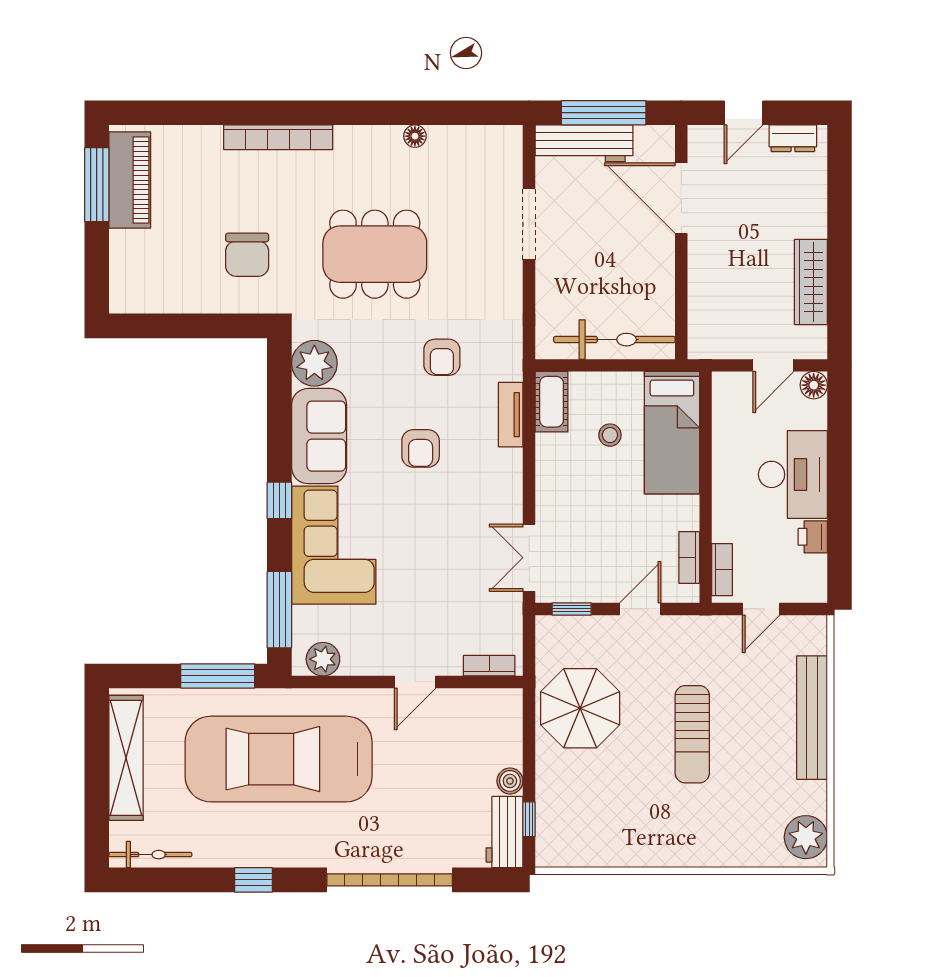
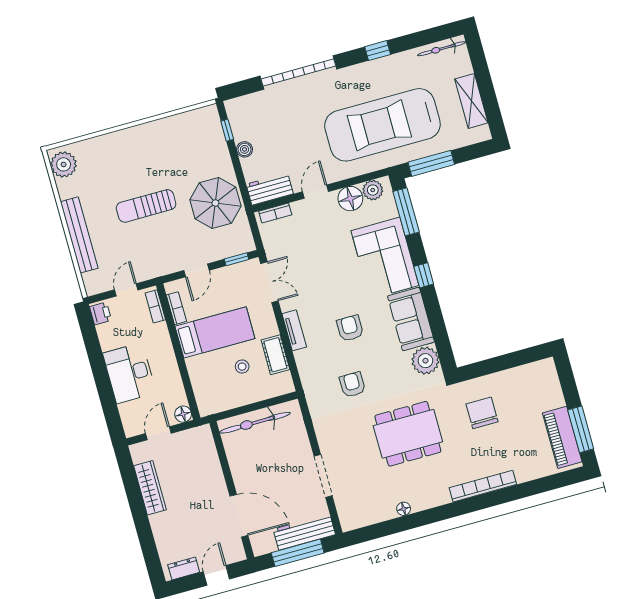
floor lamp: (814, 385) -> (183, 414), moved
cot: (552, 402) -> (275, 355), moved
tv unit: (511, 415) -> (294, 330), moved
bed: (672, 433) -> (215, 332), moved, turned 90
printer: (813, 537) -> (101, 313), moved
floor lamp: (363, 656) -> (350, 199), added
sun lounger: (692, 734) -> (146, 206), turned -90
shelving: (126, 758) -> (471, 101), width x0.68
car: (279, 759) -> (382, 125), turned 180
workbench: (505, 832) -> (270, 189), moved, turned -90

